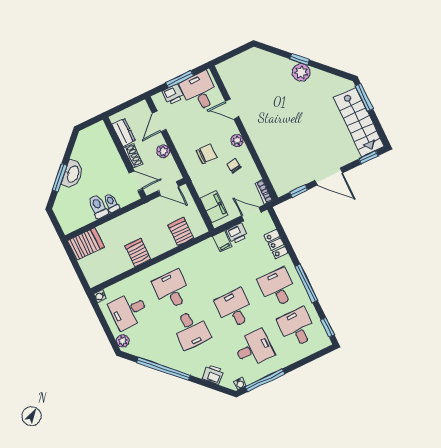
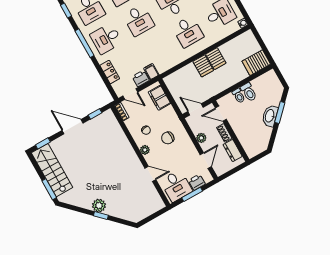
server rack: (181, 232) -> (203, 66), moved
desk: (278, 288) -> (106, 39), turned 90

